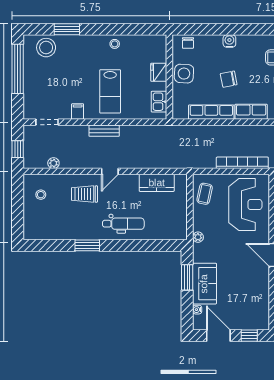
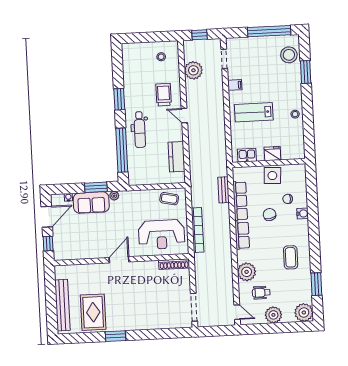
chair: (188, 43) -> (288, 199), moved
bench: (104, 131) -> (223, 190), moved
plant: (53, 163) -> (193, 70), width x1.88, depth x1.88
plant: (198, 237) -> (114, 196), moved
window: (146, 245) -> (122, 150), added

